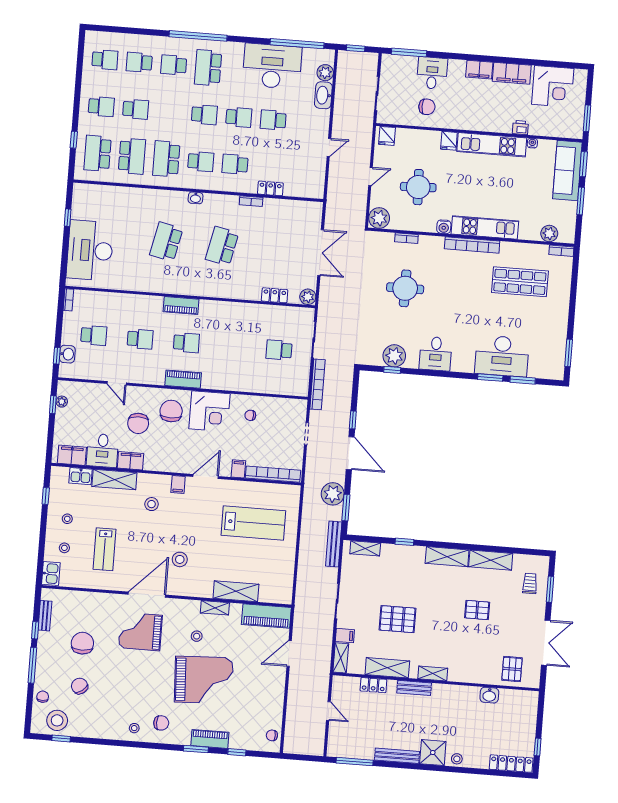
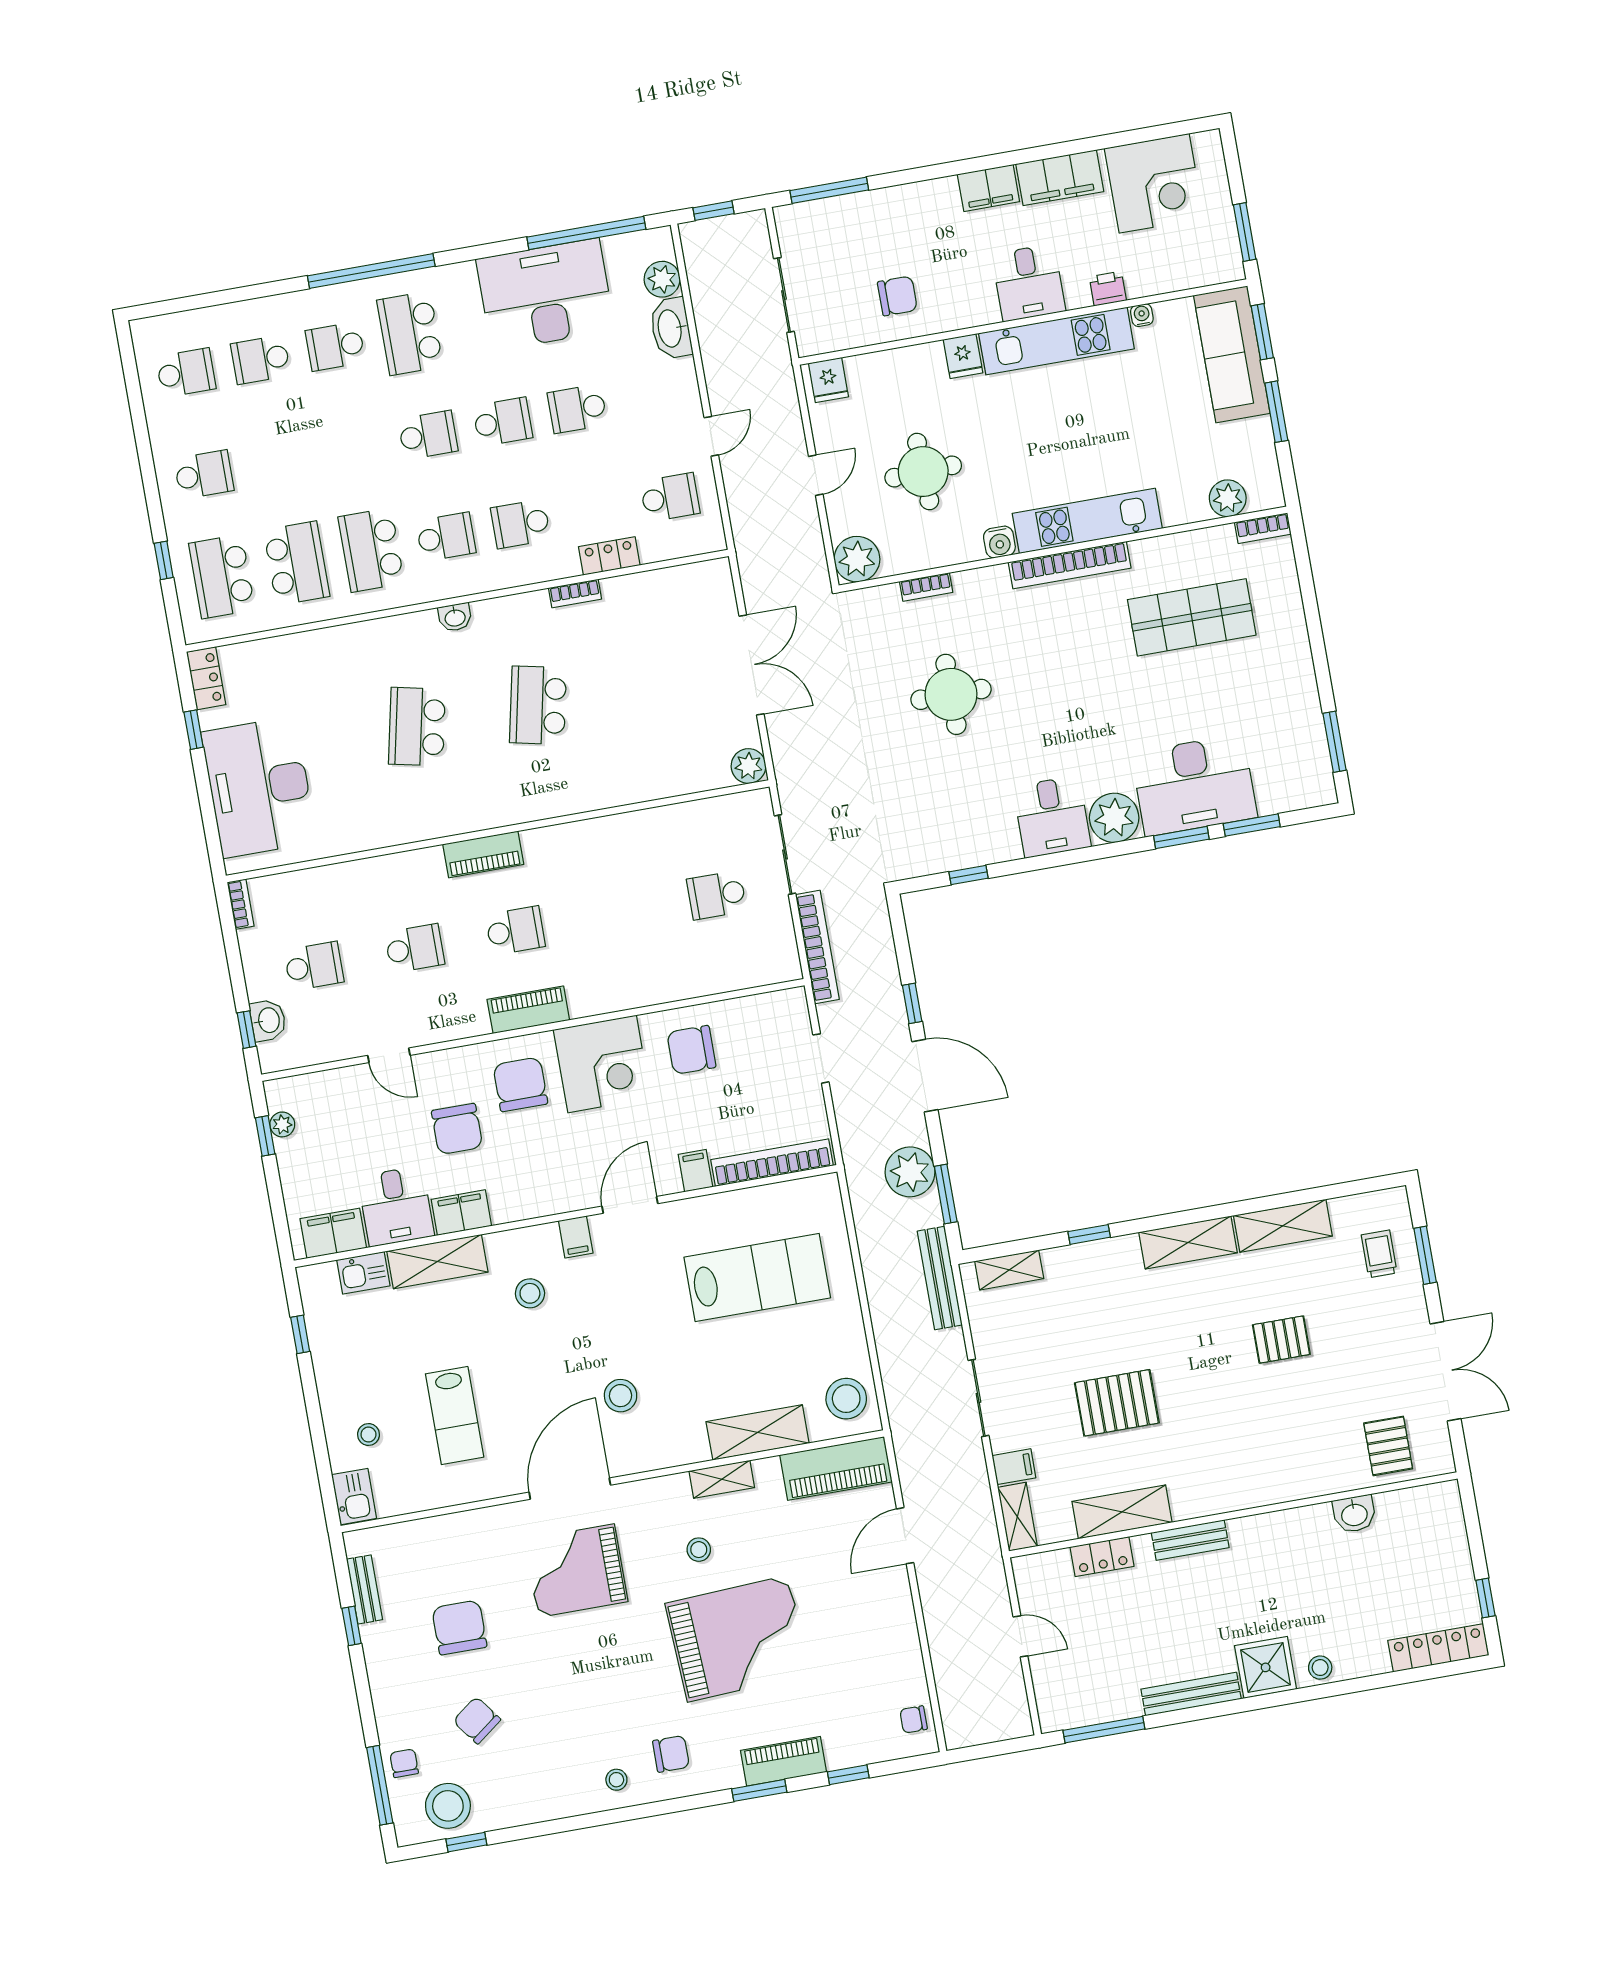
desk: (432, 73) -> (1029, 283), moved, turned 180
school desk: (136, 109) -> (670, 497), moved
locker: (275, 295) -> (206, 678), moved, turned 90
plant: (394, 356) -> (1114, 818), moved
chair: (250, 415) -> (691, 1050), width x1.87, depth x1.87
stool: (67, 519) -> (846, 1399), moved, width x1.89, depth x1.89
window: (32, 665) -> (380, 1785), moved
shelving: (433, 674) -> (1222, 1499), removed

